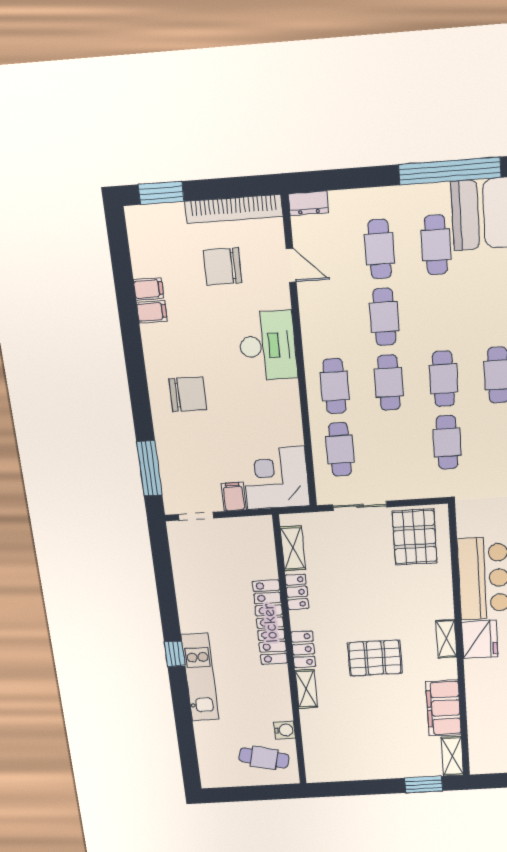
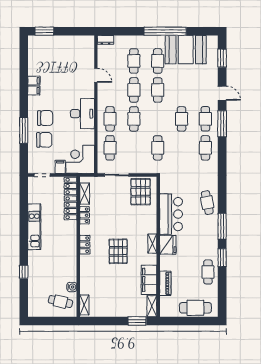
bookcase: (234, 209) -> (74, 40), removed
door: (291, 265) -> (96, 75), moved
chair: (223, 266) -> (44, 140), moved, turned 180
filing cabinet: (149, 289) -> (34, 91), moved
desk: (268, 346) -> (82, 114), moved
cafe table: (443, 379) -> (158, 90), moved
window: (149, 468) -> (24, 130), moved
locker: (270, 623) -> (70, 199), moved
window: (175, 654) -> (24, 272), moved
pallet: (375, 658) -> (118, 251), turned 90
kitchen unit: (200, 677) -> (34, 227), moved
shelving: (306, 689) -> (84, 305), moved
piano: (478, 713) -> (165, 283), added

